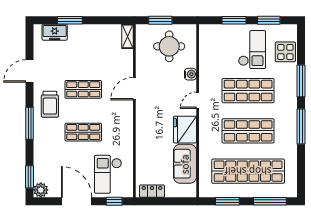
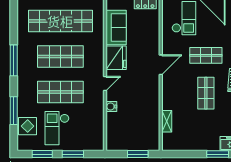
shelving: (127, 36) -> (167, 121), moved
round table: (169, 46) -> (130, 131), removed
window: (301, 81) -> (14, 111), moved
shop shelf: (83, 89) -> (206, 93), turned 90
door: (134, 89) -> (161, 65), moved

